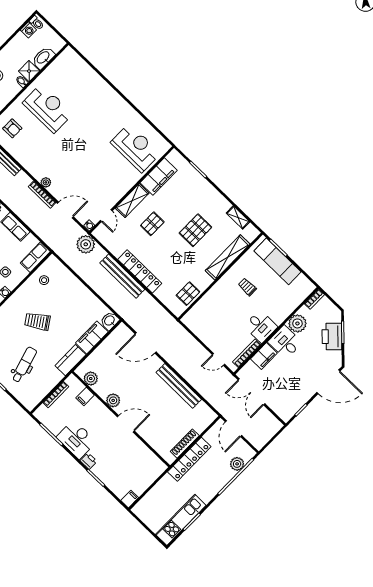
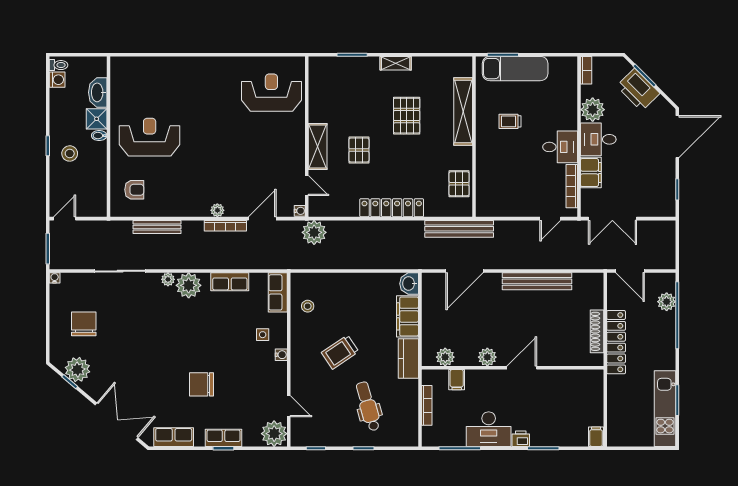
filing cabinet: (159, 176) -> (321, 98), removed
shelving: (238, 217) -> (396, 63), moved
bench: (122, 276) -> (459, 229), moved

